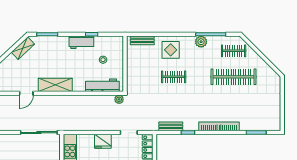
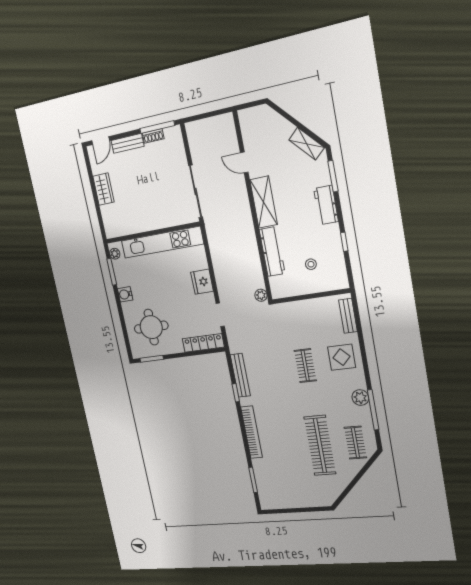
workbench: (81, 42) -> (326, 205), moved
workbench: (102, 85) -> (272, 252), moved
bench: (171, 126) -> (240, 375), width x1.36

